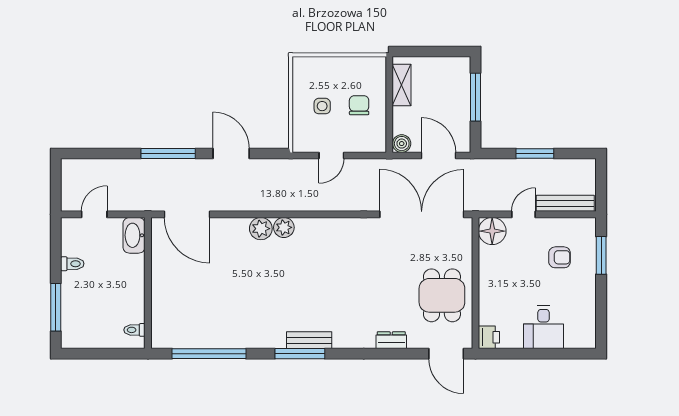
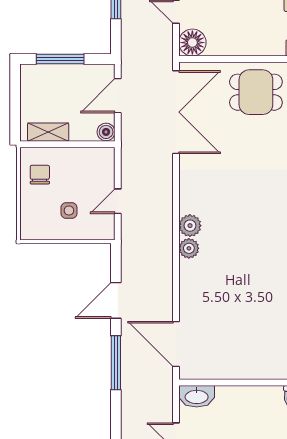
chair: (359, 105) -> (40, 175), moved, turned 90
door: (331, 156) -> (118, 201), swing flipped
door: (187, 214) -> (176, 344), swing flipped
double door: (422, 214) -> (176, 112), swing flipped
plant: (261, 229) -> (190, 226), moved

